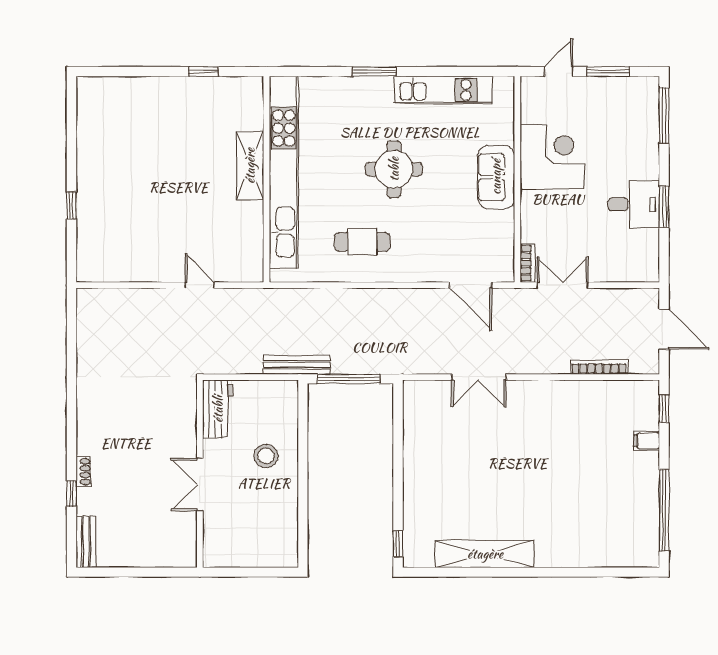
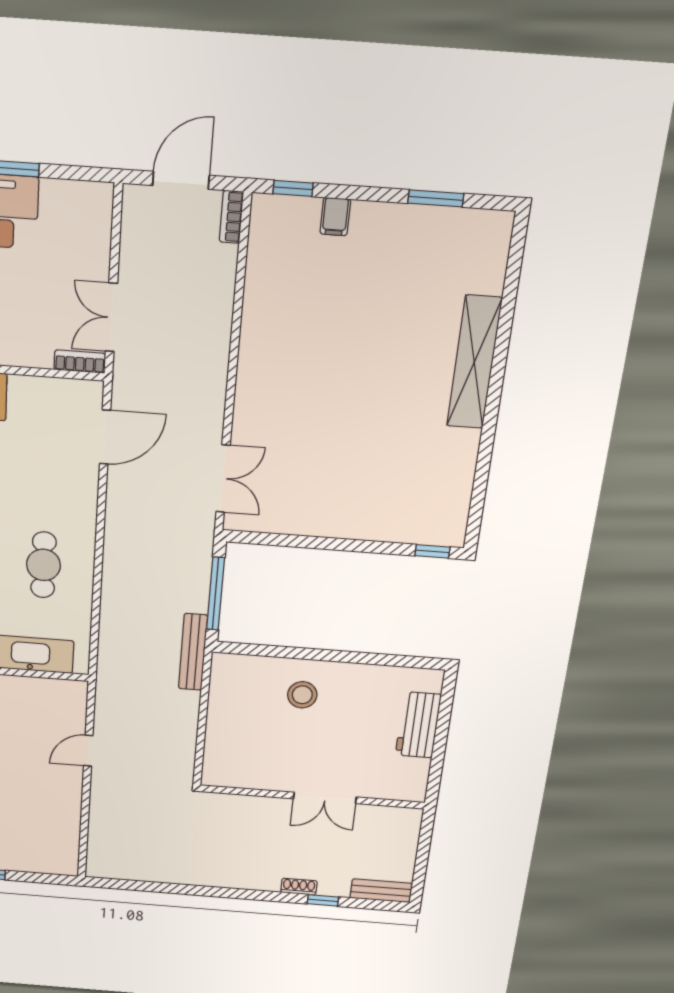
bookcase: (599, 367) -> (231, 217), moved, width x0.64
double door: (479, 377) -> (223, 479), moved
workbench: (218, 409) -> (418, 725), moved, turned -90
wall: (200, 474) -> (312, 797), moved
double door: (200, 484) -> (325, 798), moved
window: (664, 510) -> (436, 198), width x0.47
shelving: (485, 554) -> (474, 362), moved

